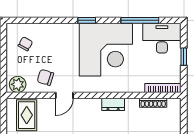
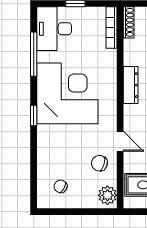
chair: (45, 77) -> (99, 163), turned 89
shoe rack: (153, 103) -> (129, 22), moved
dresser: (113, 104) -> (131, 85), width x1.44

